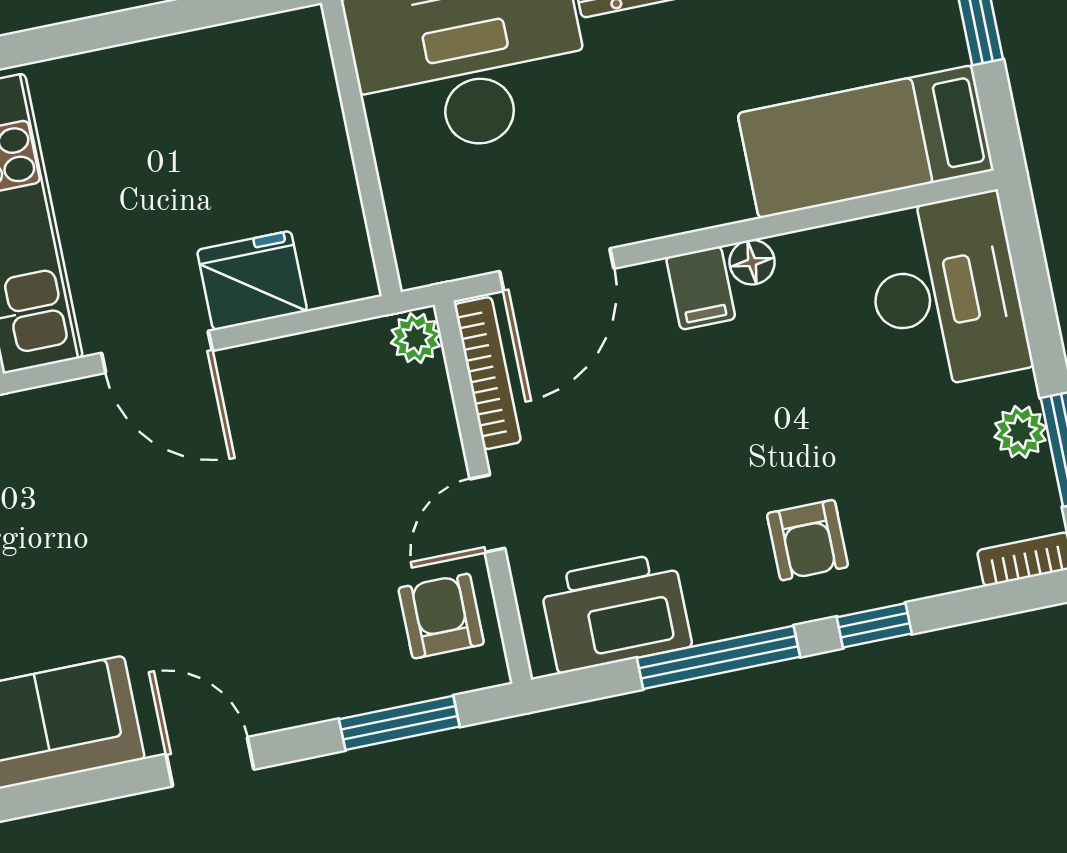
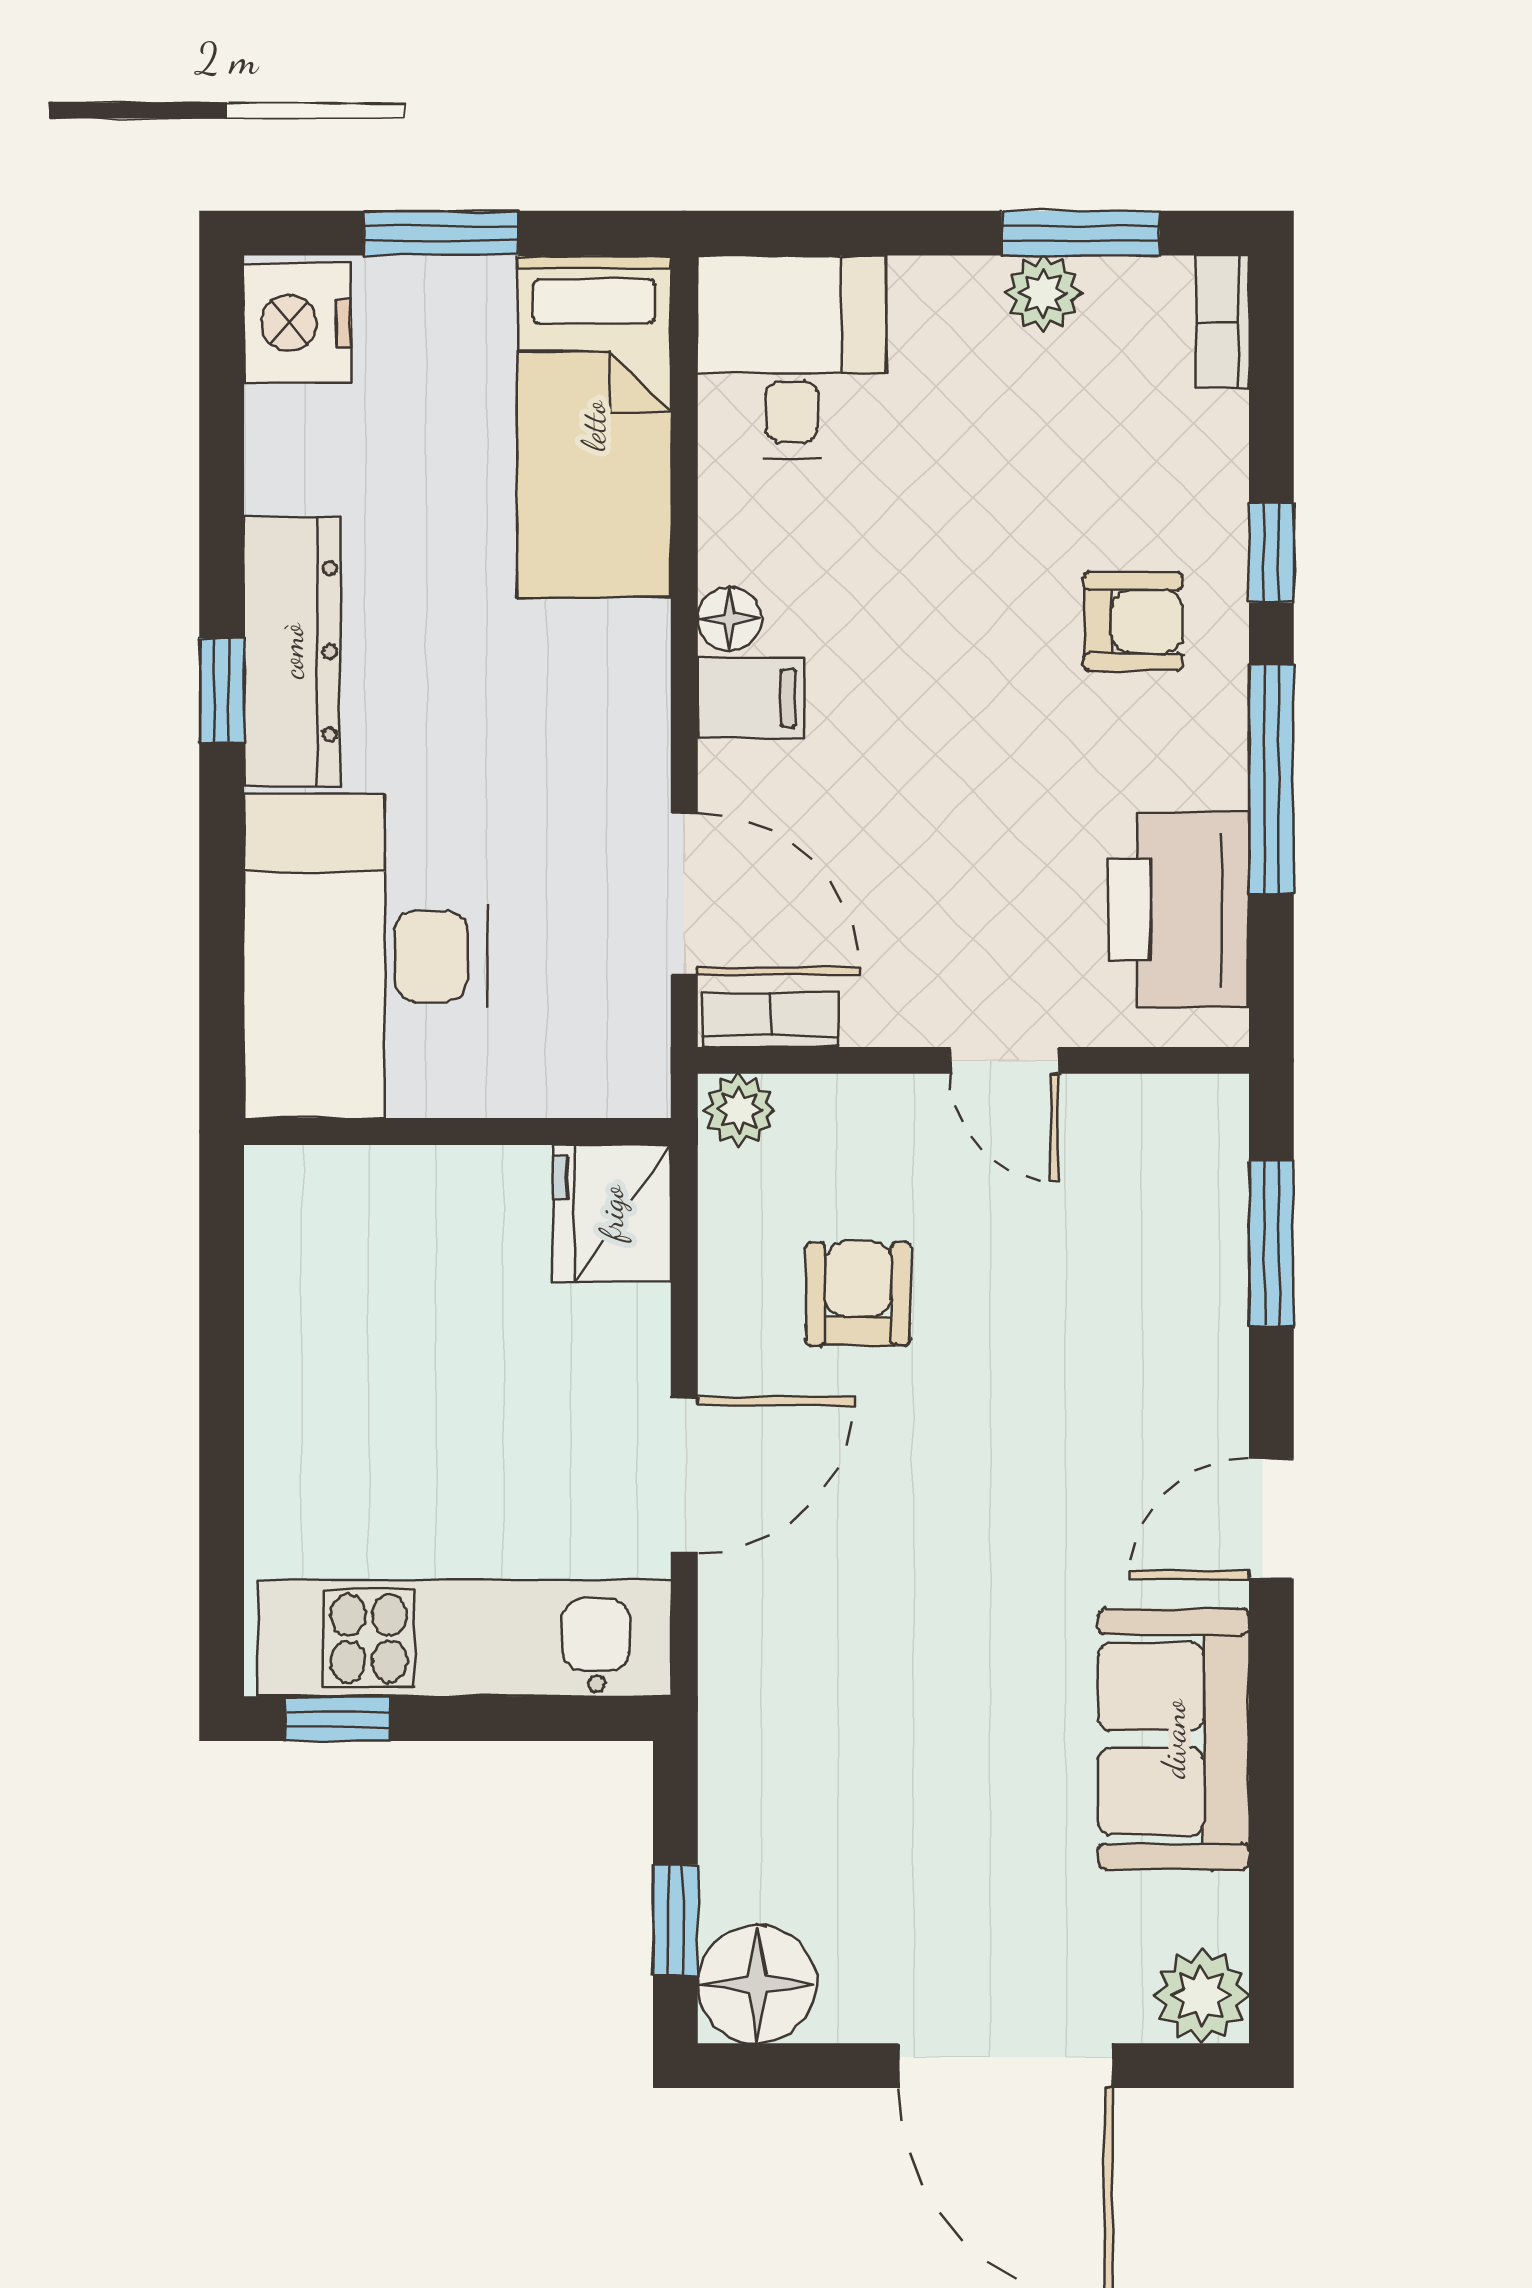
fridge: (252, 281) -> (612, 1213), moved
desk: (946, 292) -> (792, 357), width x0.73
bookcase: (488, 373) -> (770, 1020), width x0.64
armchair: (441, 616) -> (858, 1294), moved, turned 90

